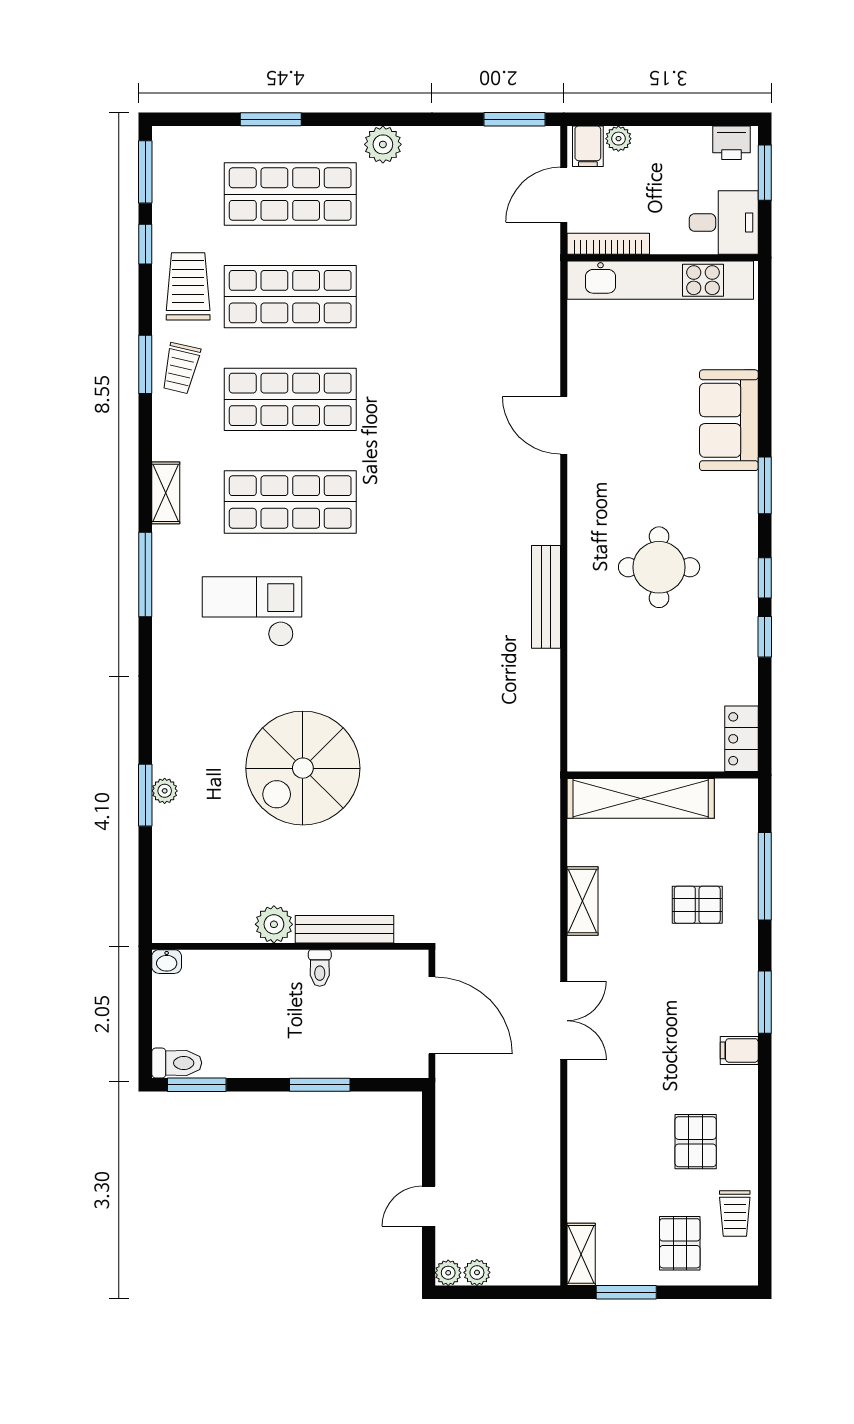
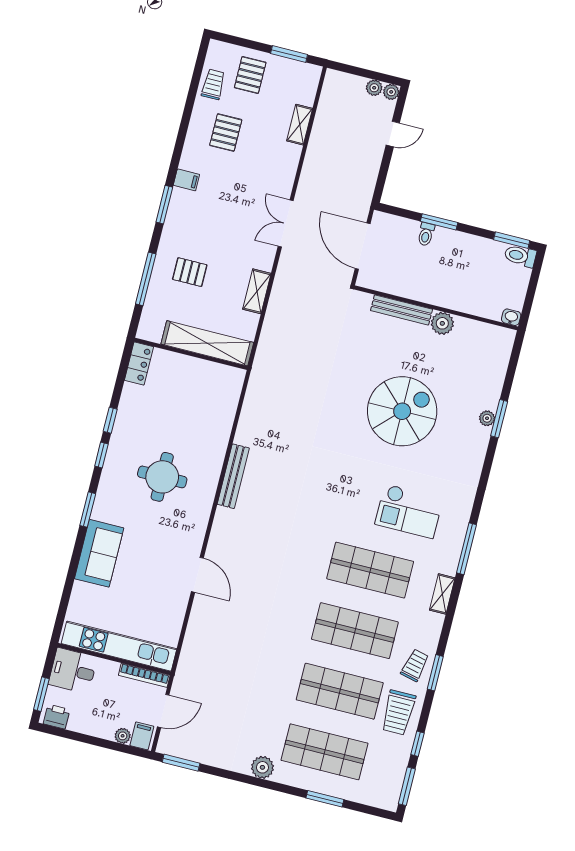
toilet: (320, 968) -> (426, 234), moved, turned 180
shelving: (581, 1254) -> (300, 125), moved

